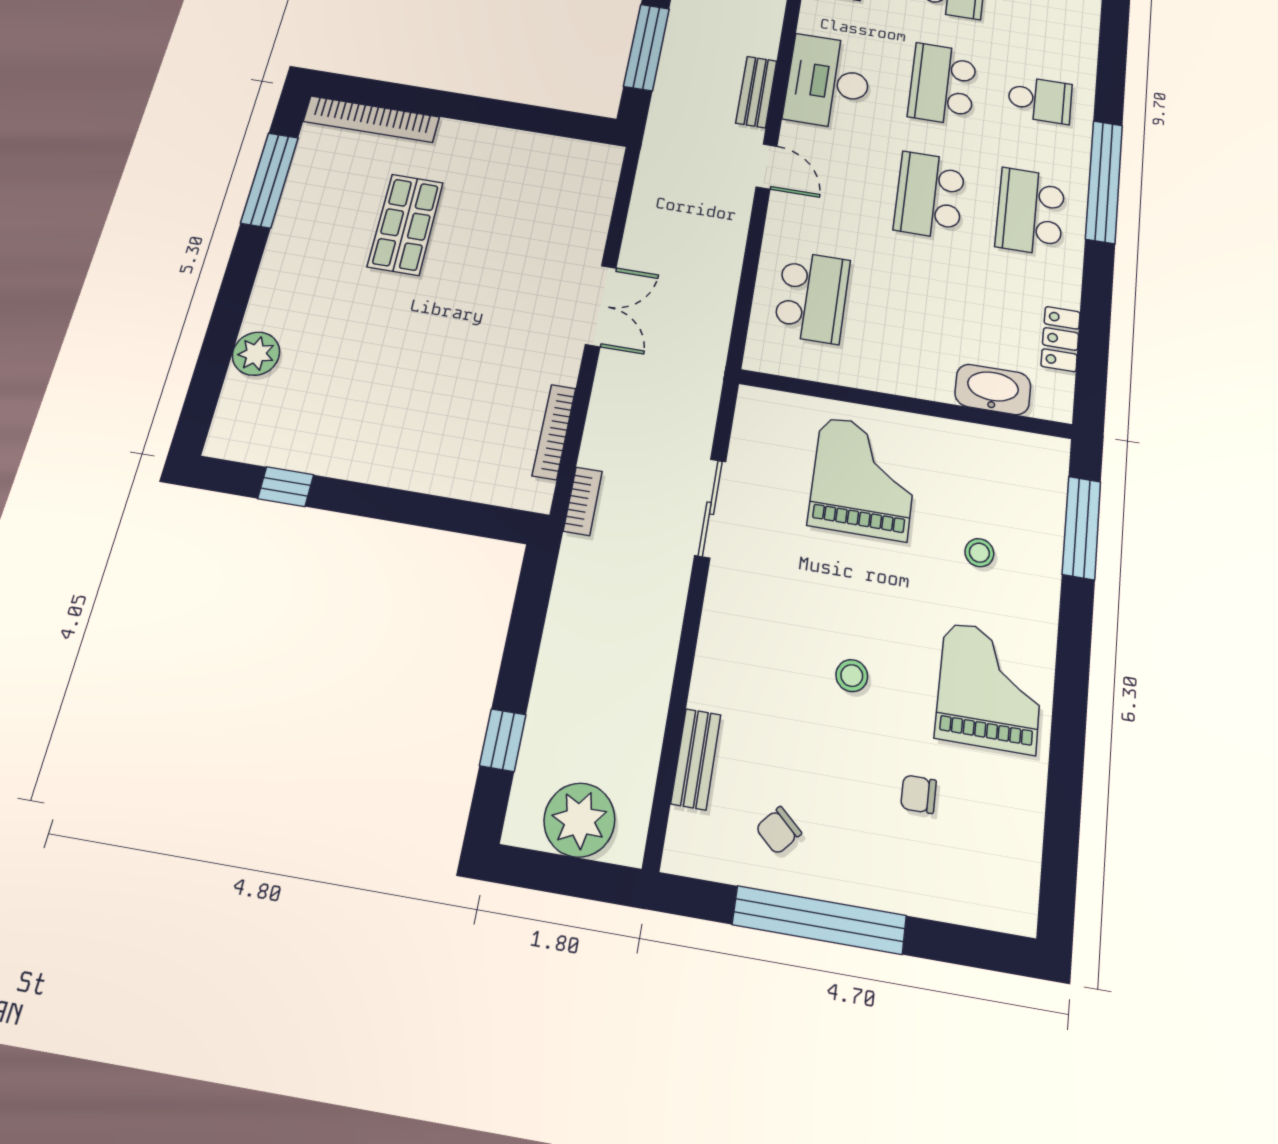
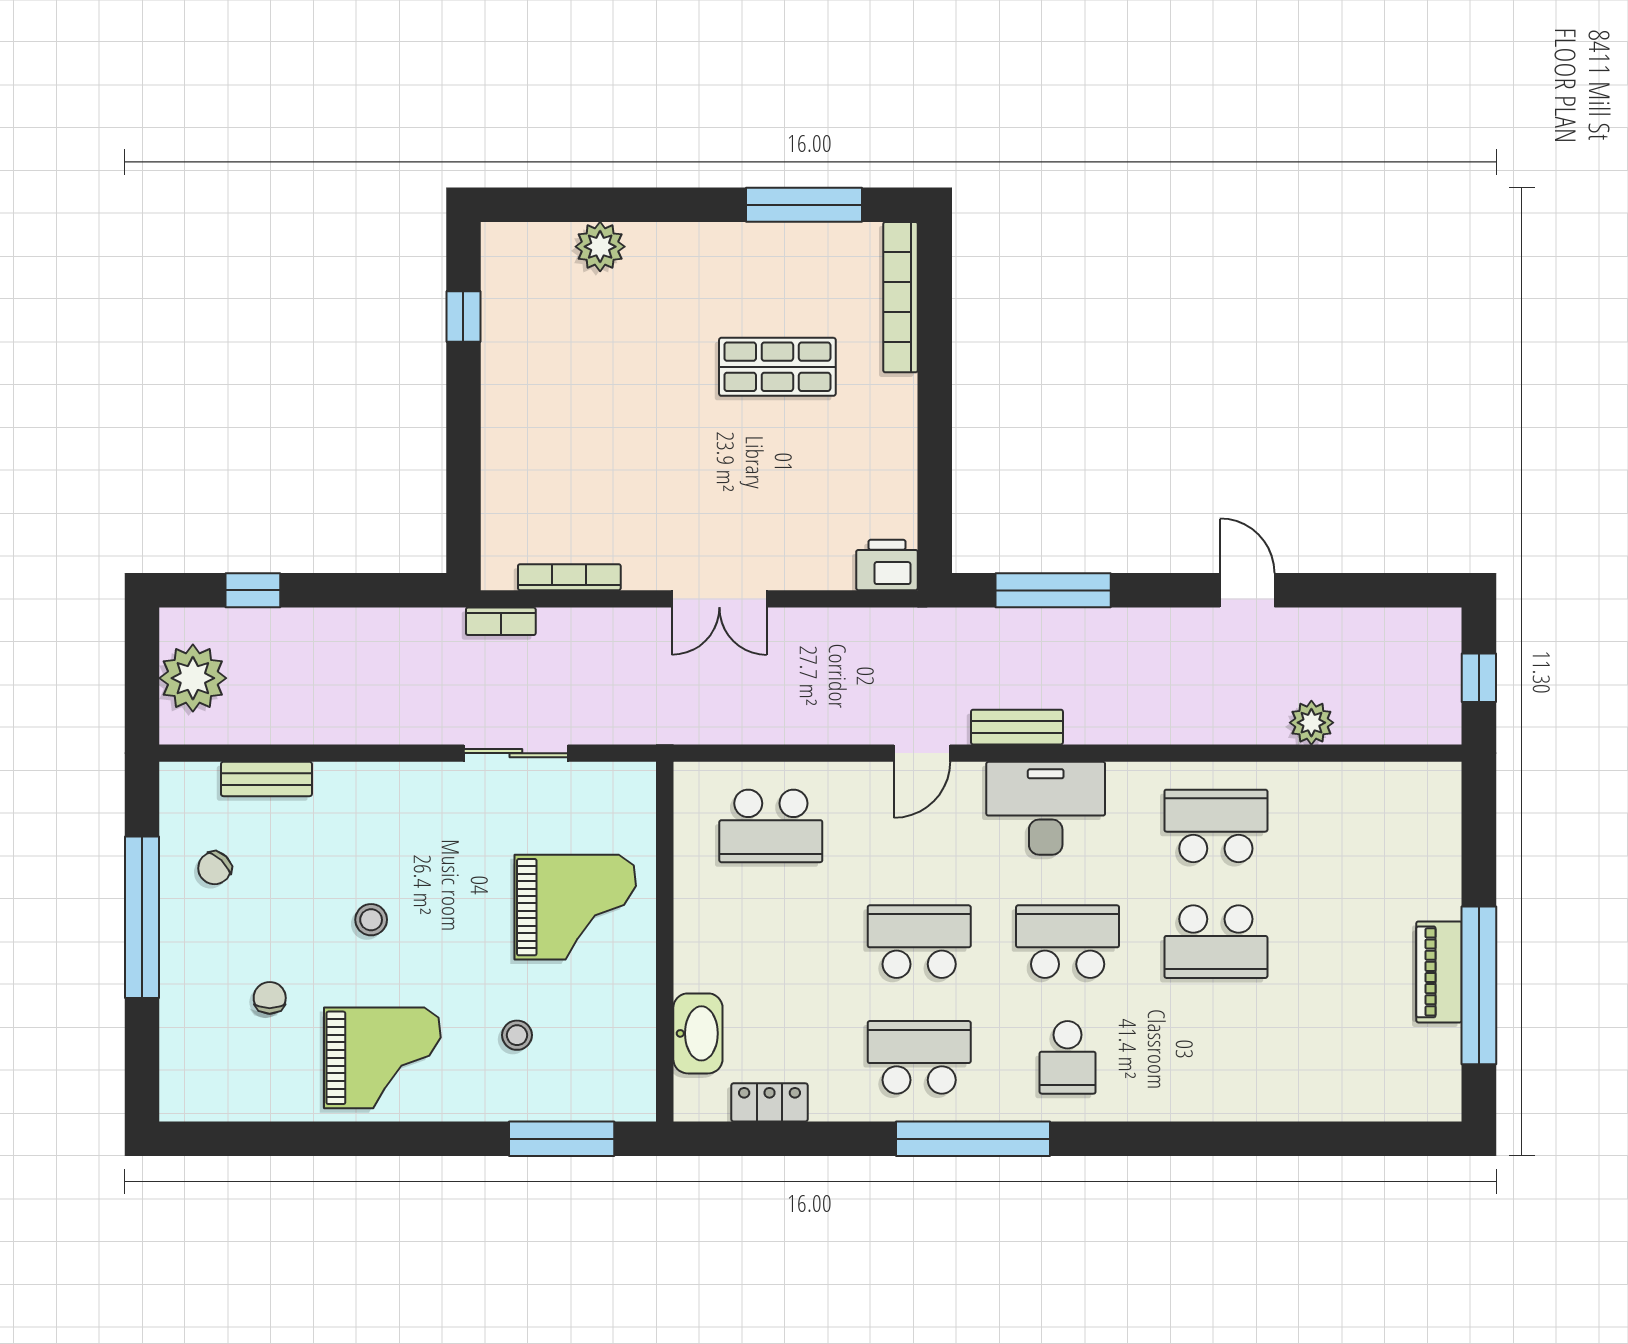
printer: (599, 167) -> (887, 565), added
chair: (779, 830) -> (215, 868), turned -88

